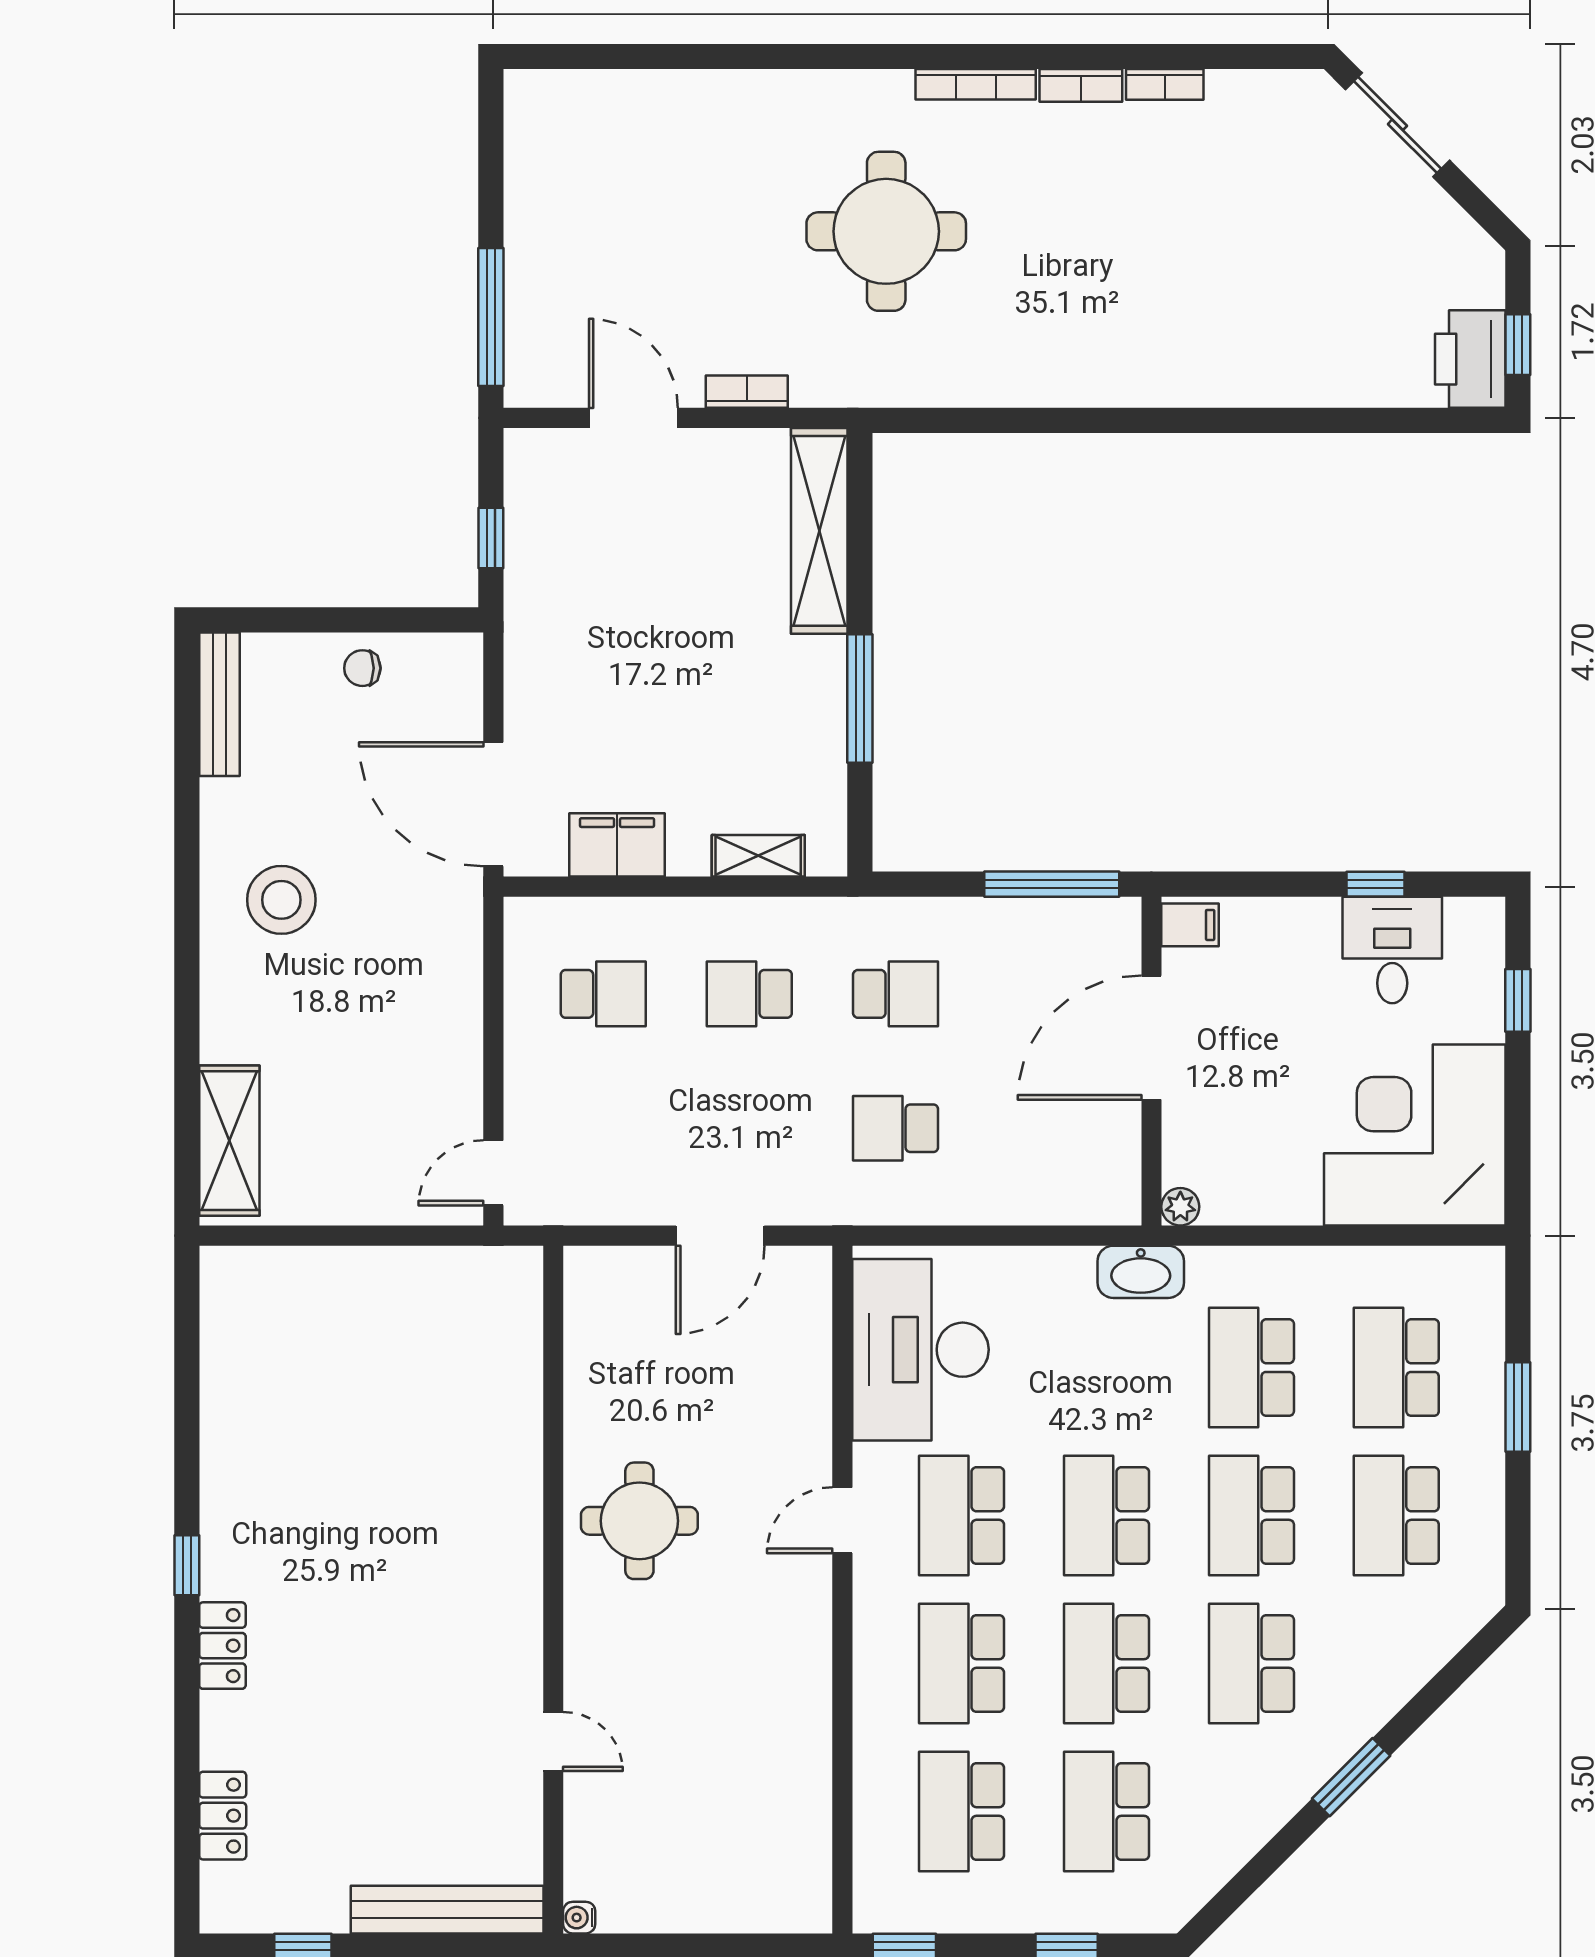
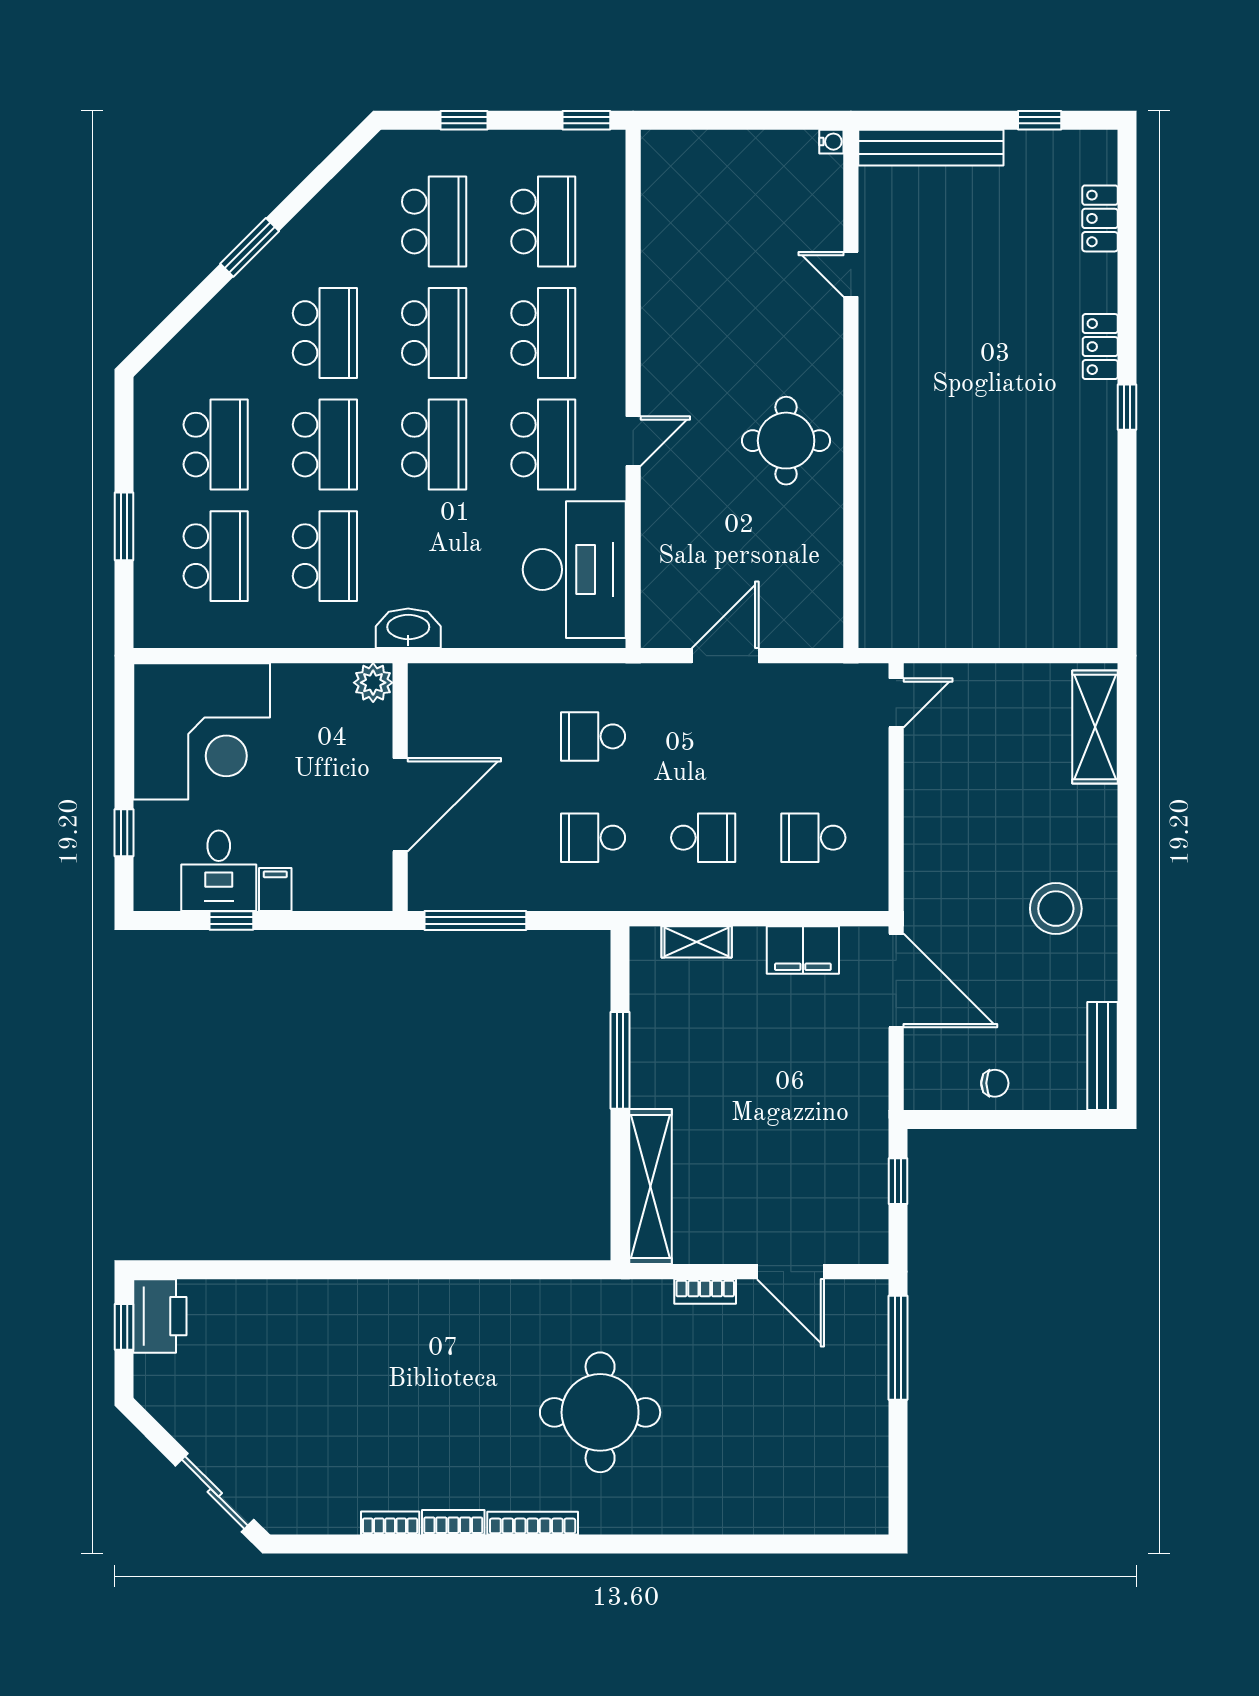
filing cabinet: (1190, 925) -> (275, 889), moved, turned 90
school desk: (896, 1128) -> (593, 736), turned 180
plant: (1180, 1207) -> (373, 683), width x1.38, depth x1.38

